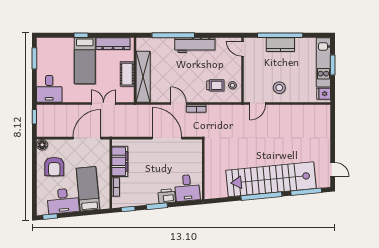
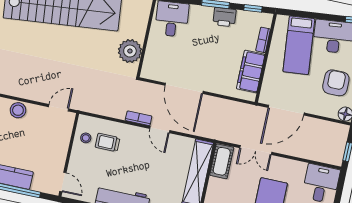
cot: (127, 74) -> (222, 161), moved
stool: (279, 88) -> (18, 110), moved
plant: (213, 157) -> (130, 51), added
printer: (167, 196) -> (224, 17), moved

